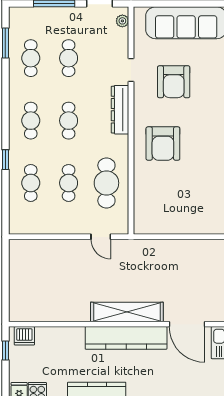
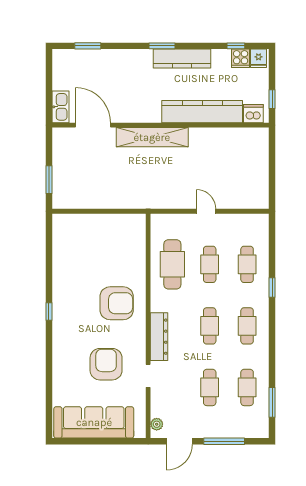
armchair: (163, 144) -> (117, 303), turned 90
door: (101, 237) -> (206, 211), moved
kitchen counter: (126, 338) -> (202, 112), moved

